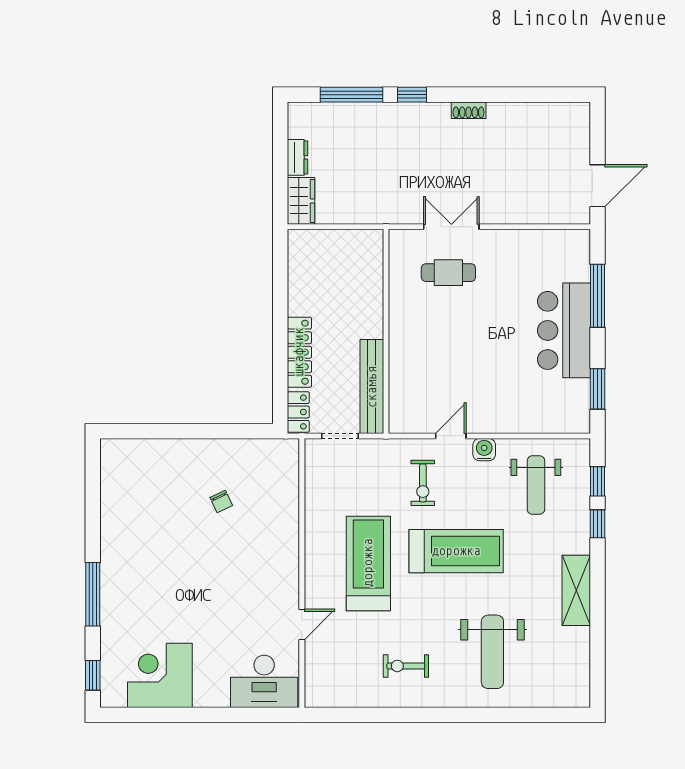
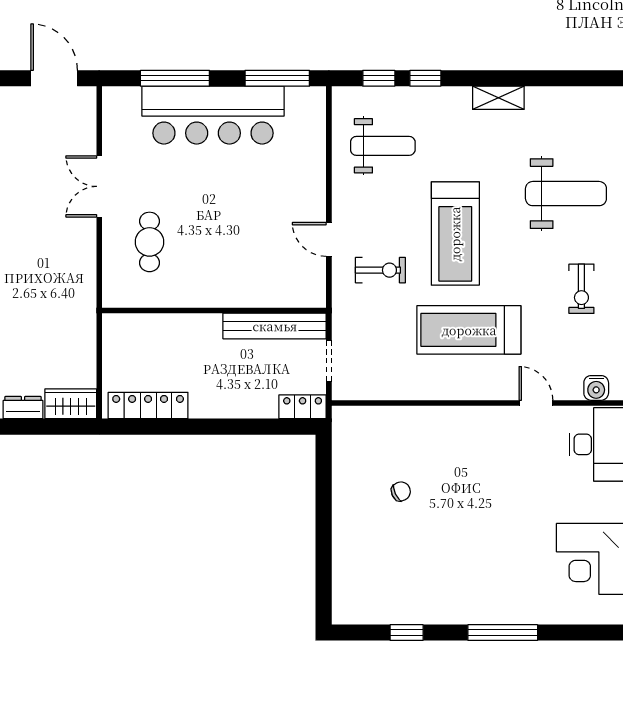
double door: (451, 227) -> (99, 186), moved
bar counter: (564, 330) -> (213, 115), width x1.36
locker: (299, 352) -> (148, 406), moved
window: (598, 389) -> (277, 78), width x1.44
water cooler: (484, 450) -> (596, 388), moved, turned -90
treadmill: (456, 551) -> (455, 234), turned 180
shelving: (576, 590) -> (498, 98), width x0.67, depth x0.75
window: (93, 675) -> (407, 633), moved

